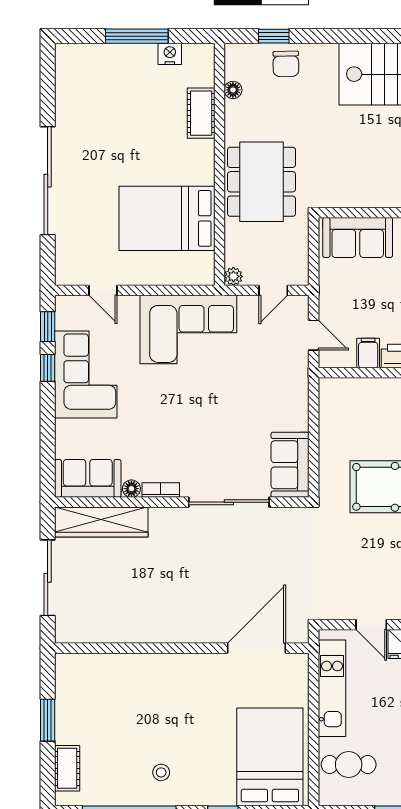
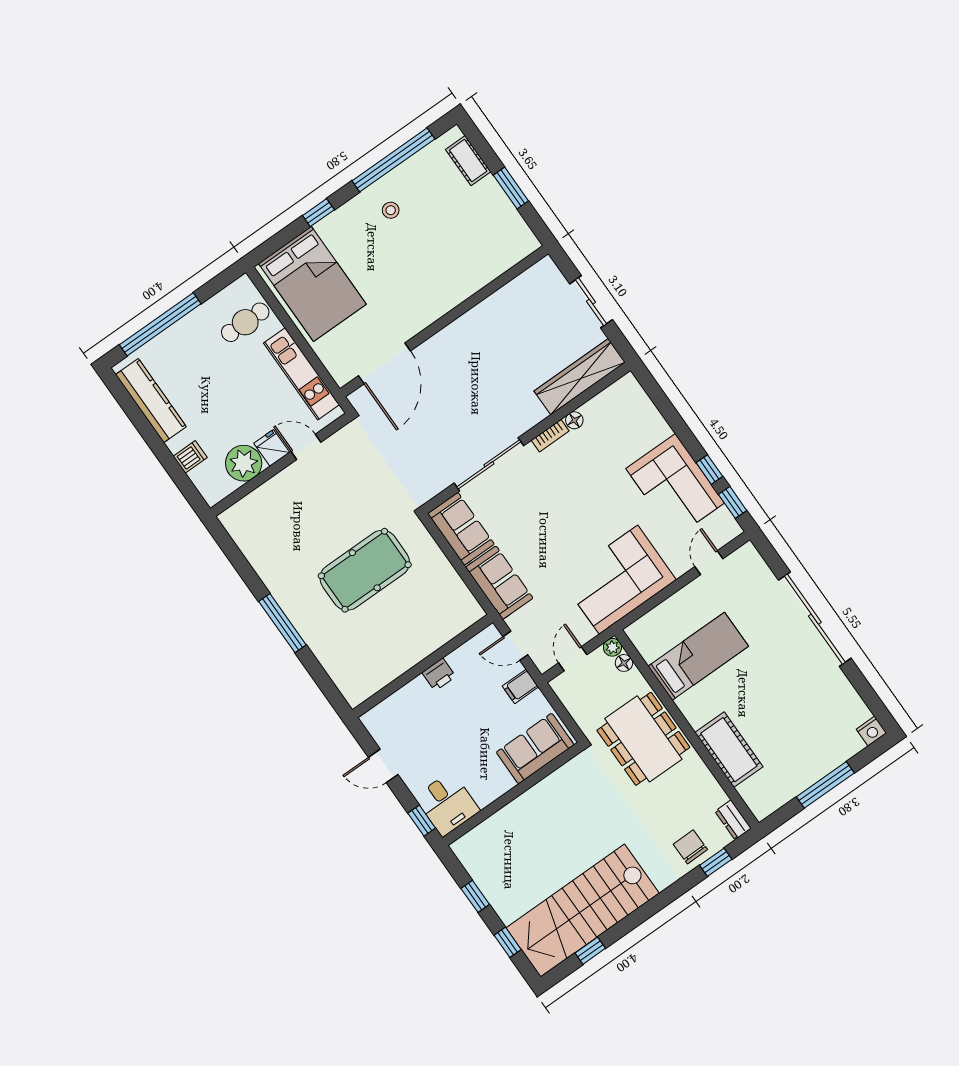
nightstand: (170, 54) -> (871, 731), moved
dresser: (234, 61) -> (733, 820), added
floor lamp: (233, 90) -> (624, 663), moved
cot: (201, 113) -> (729, 750), width x1.37, depth x1.34
bed: (167, 218) -> (698, 656), width x0.67
door: (103, 290) -> (709, 563), hinge flipped
filing cabinet: (368, 353) -> (520, 686), moved, turned 90
sofa: (88, 478) -> (499, 583), moved, turned -90
sliding door: (48, 578) -> (591, 302), width x0.73

